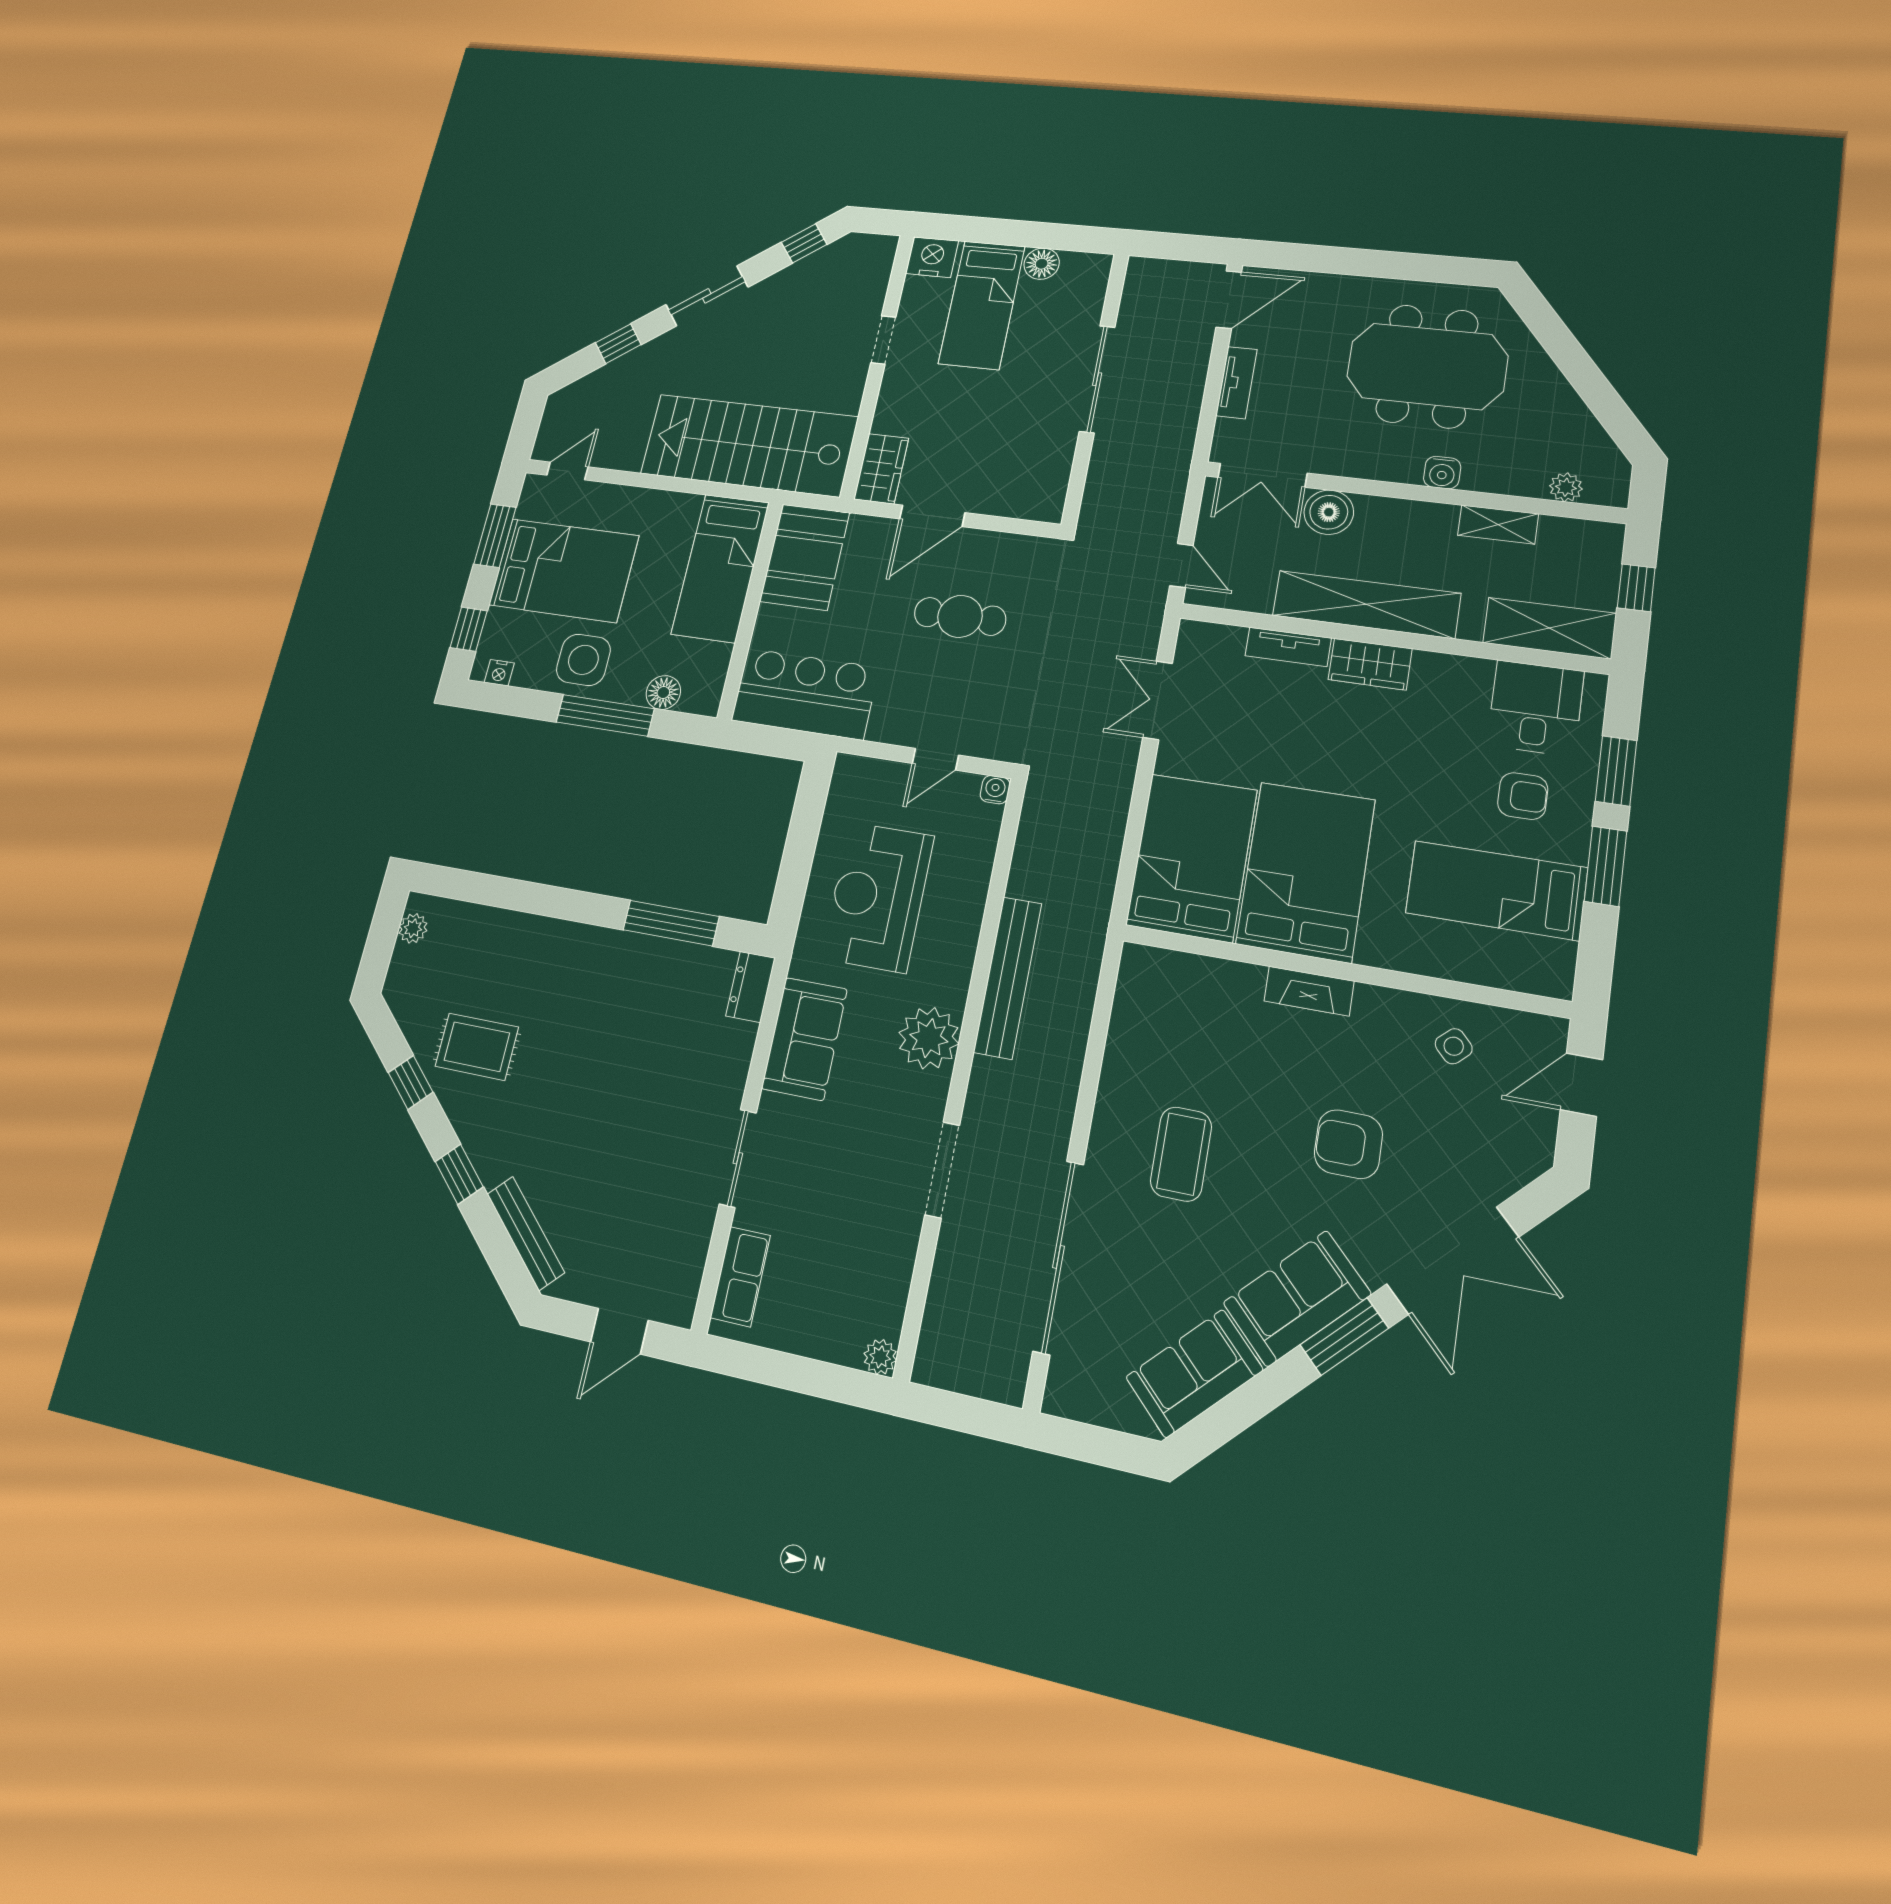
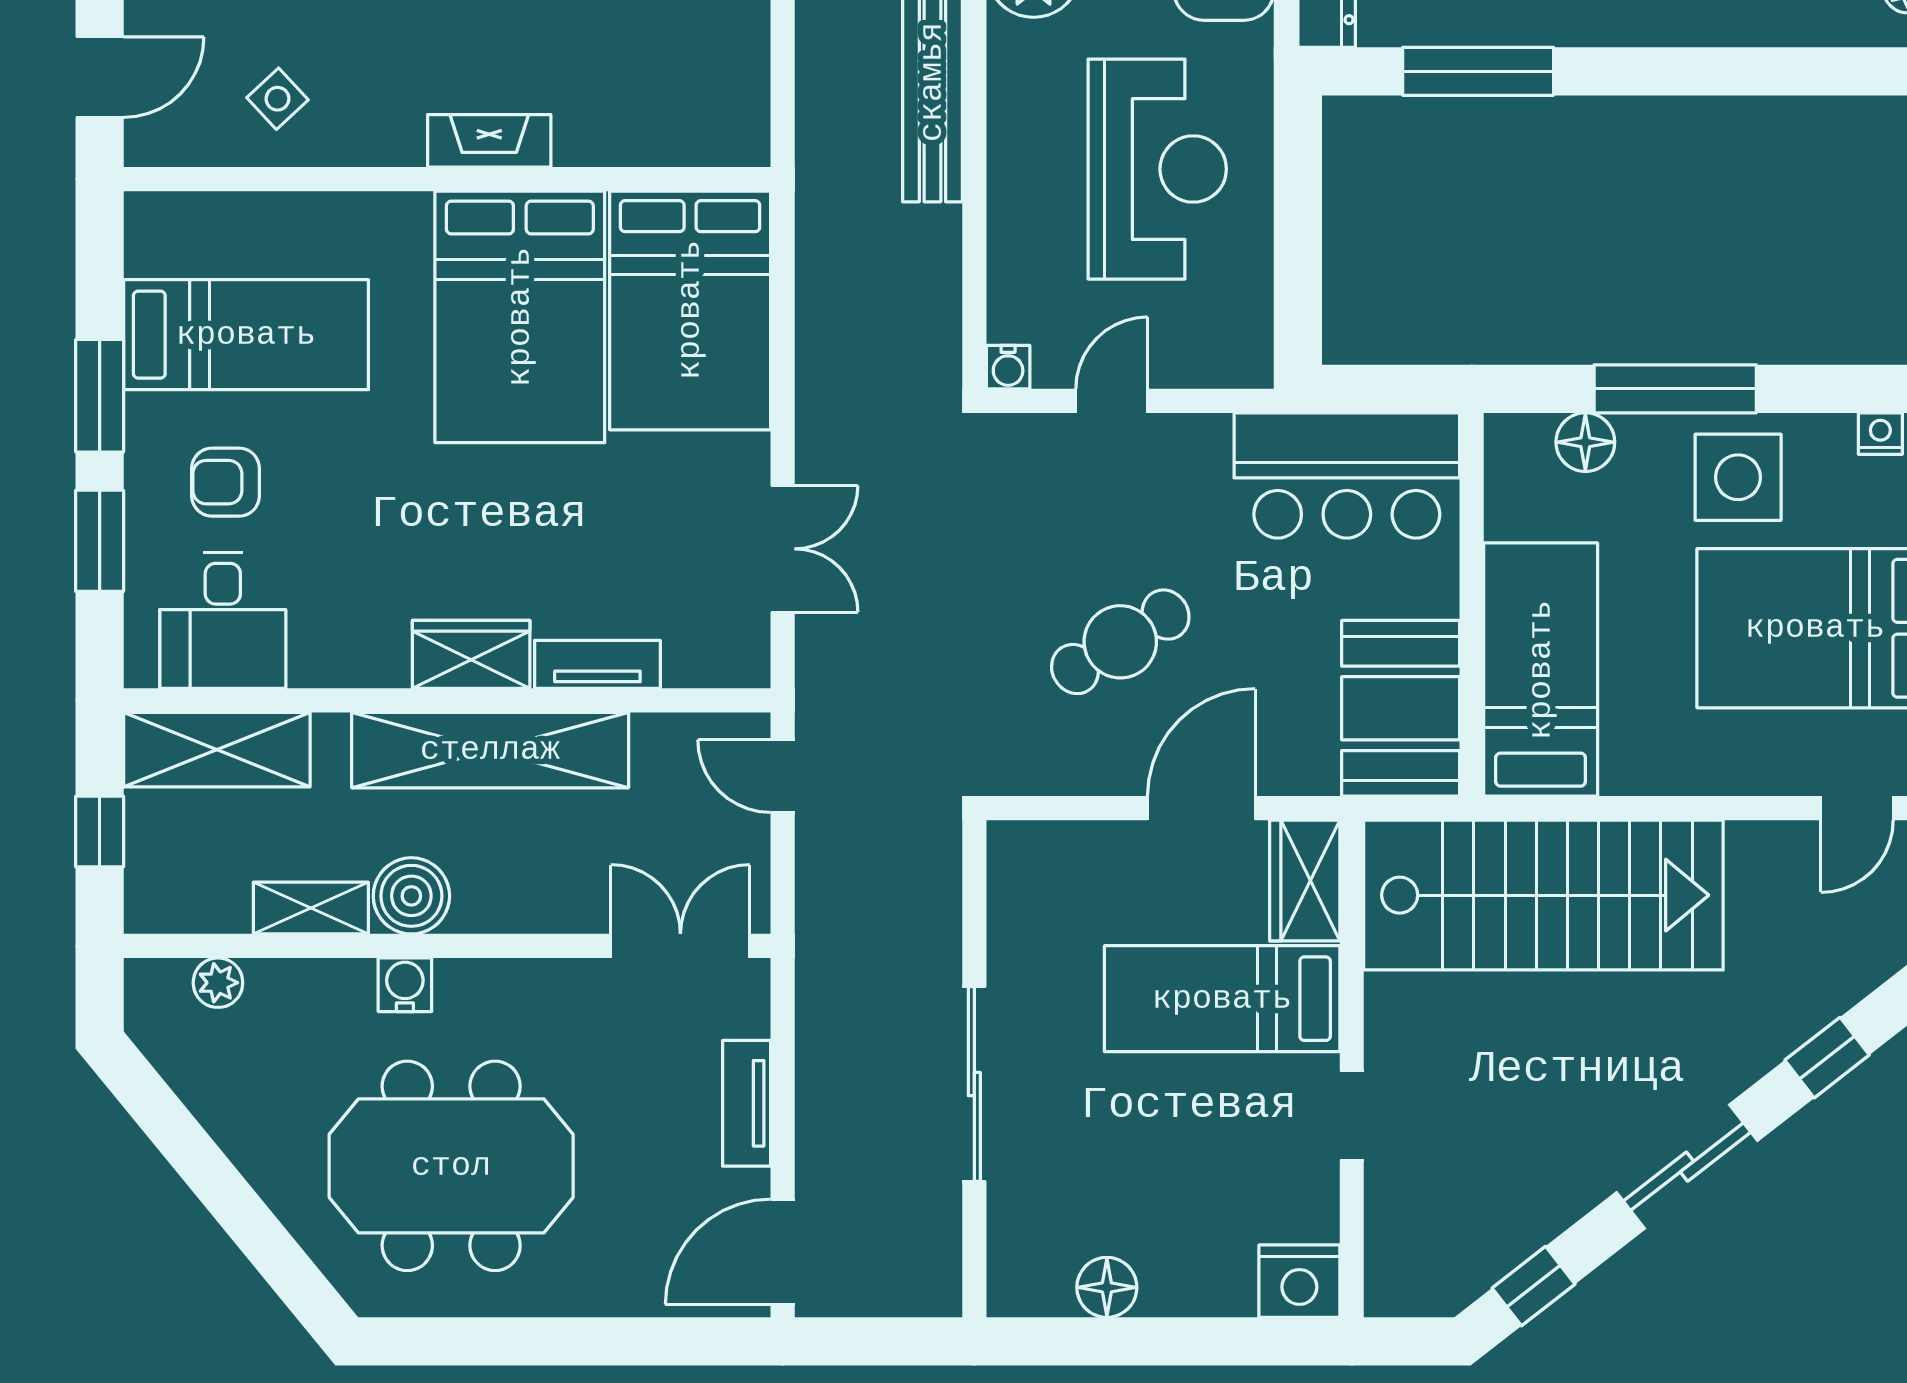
bed: (982, 305) -> (1222, 999), moved, turned -90
boiler: (1329, 512) -> (411, 896), moved
cafe table: (960, 616) -> (1120, 642), turned -31

